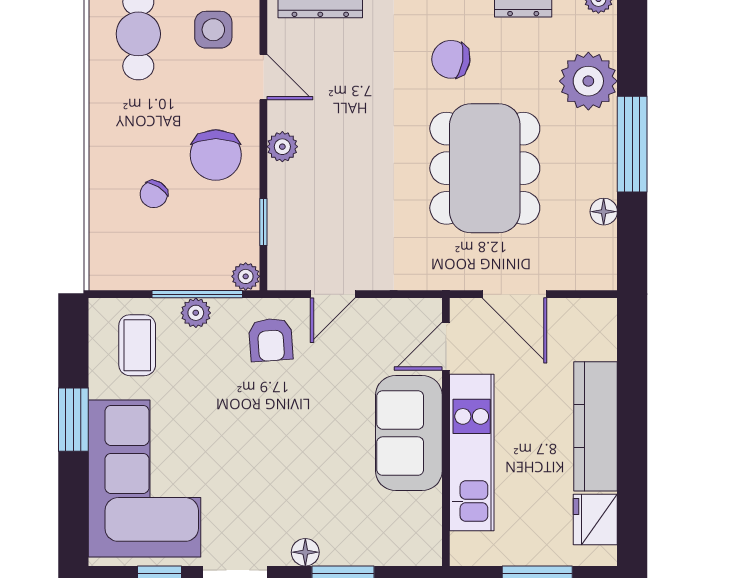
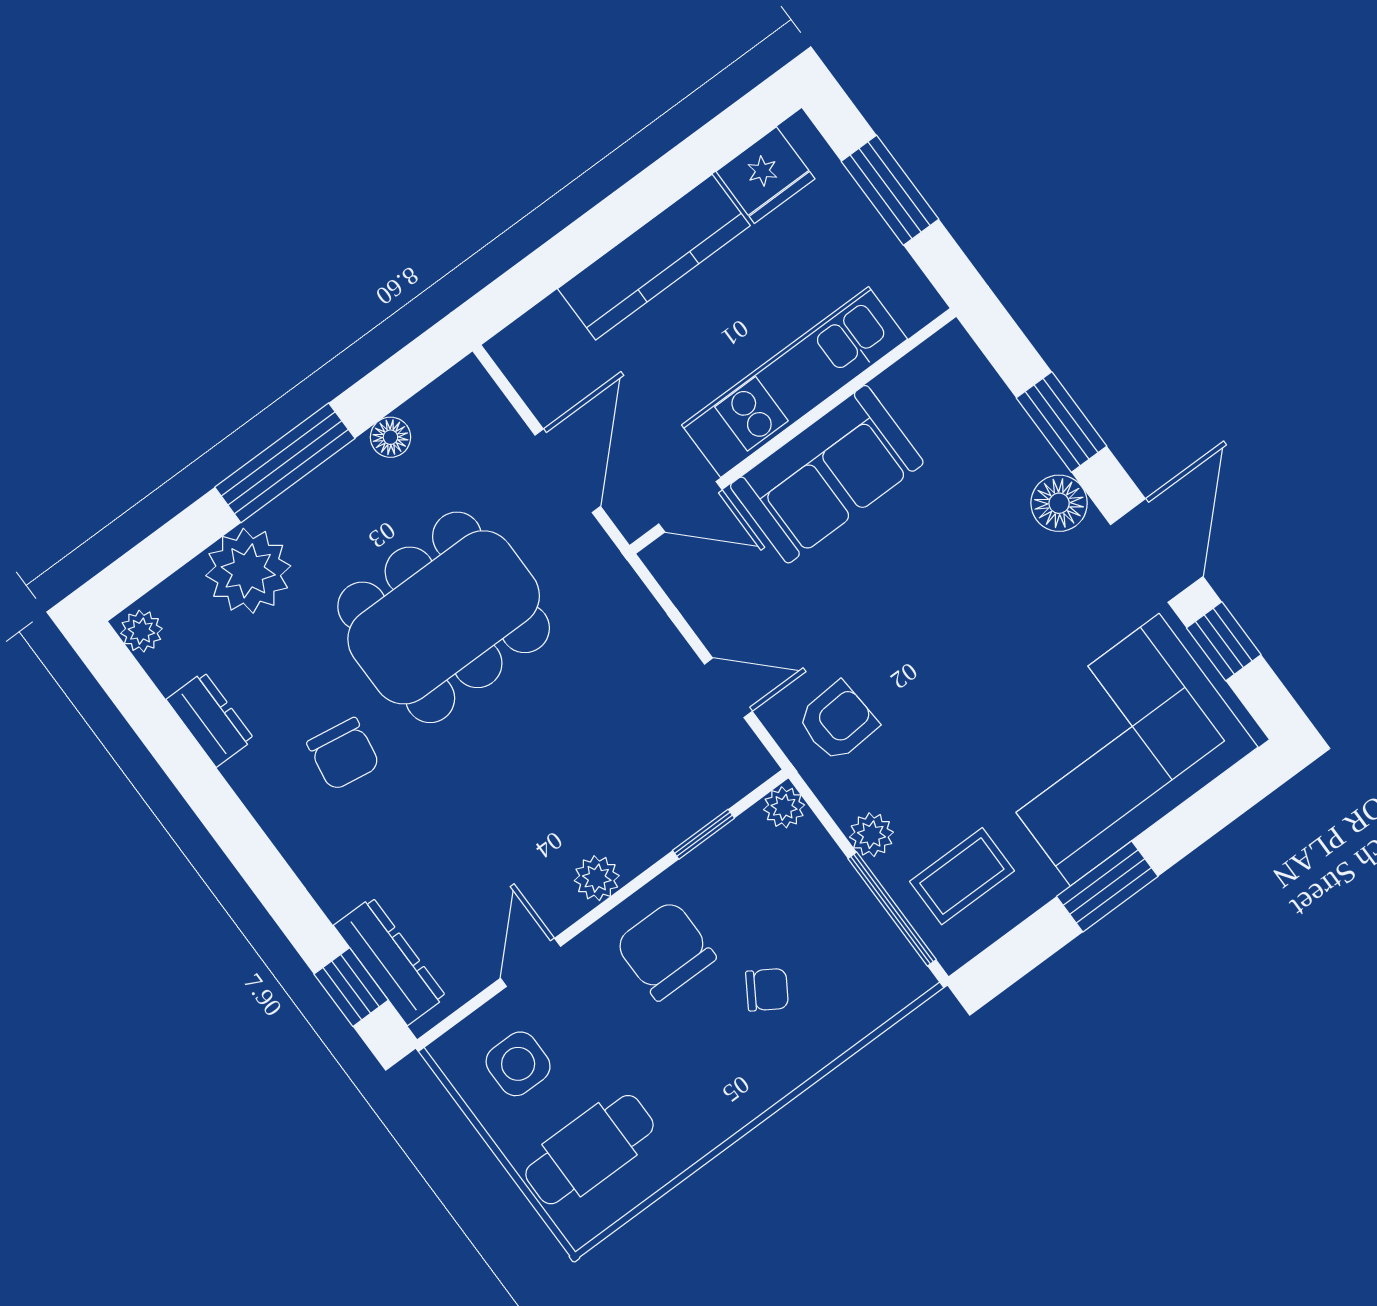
chair: (216, 155) -> (665, 950), turned -90
window: (197, 294) -> (892, 909), moved
floor lamp: (305, 552) -> (1059, 503), width x1.37, depth x1.37

